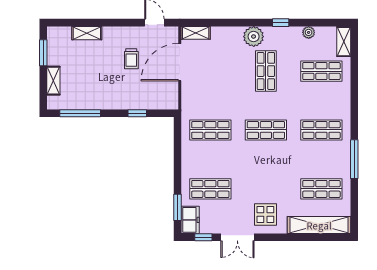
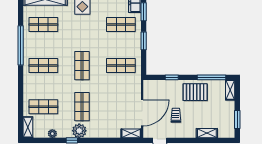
plant: (254, 37) -> (79, 131), moved
shelving: (53, 81) -> (230, 90), moved
pallet: (104, 92) -> (195, 92), added
shop shelf: (266, 130) -> (82, 66), turned 90
window: (354, 159) -> (21, 45), width x1.46
window: (178, 165) -> (144, 41), added

